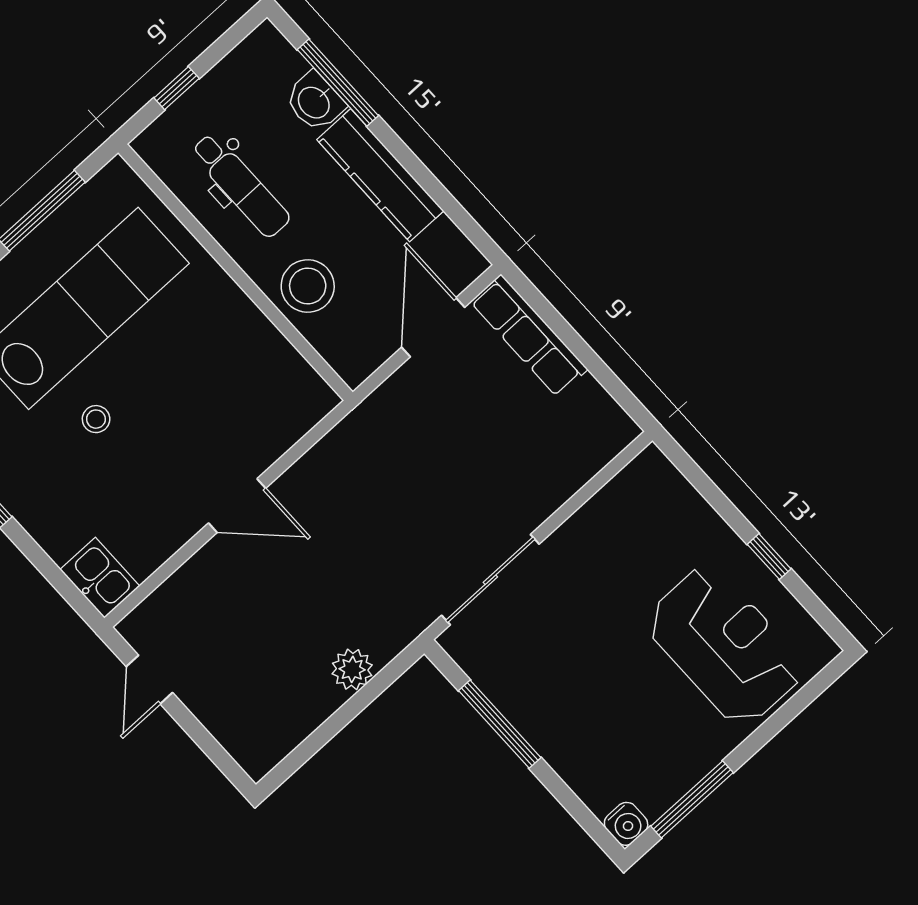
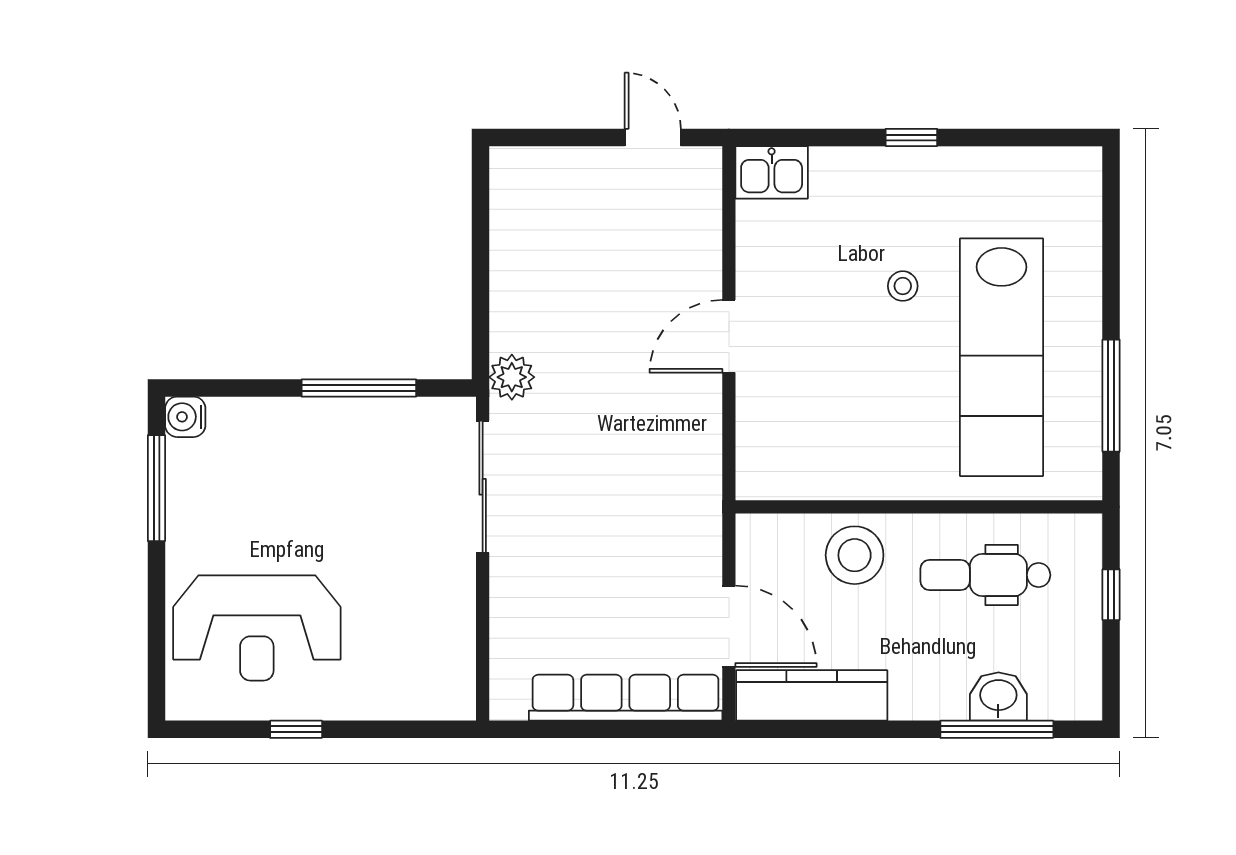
kitchen counter: (380, 175) -> (812, 695), moved
row of seats: (529, 336) -> (626, 698), width x1.36
plant: (352, 669) -> (512, 377), moved

